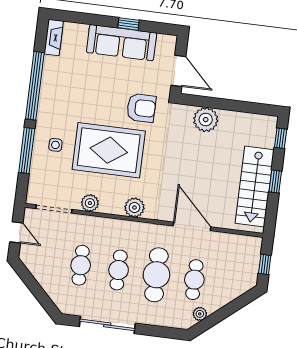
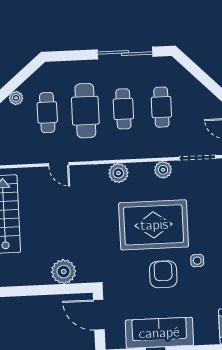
armchair: (141, 108) -> (163, 274), moved, turned 90
side table: (55, 145) -> (197, 261), moved
door: (192, 226) -> (59, 164), width x0.53
plant: (200, 314) -> (16, 98), moved

